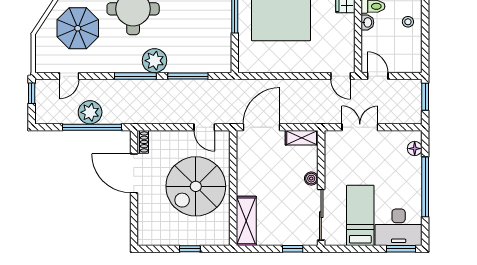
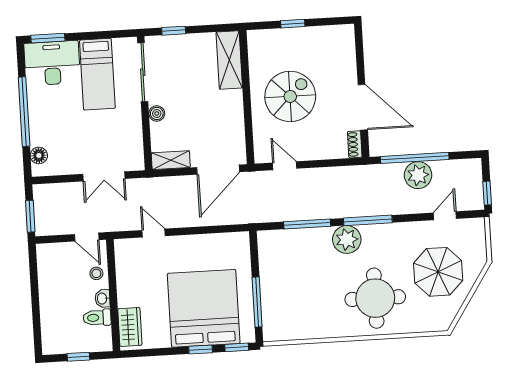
stool: (408, 22) -> (96, 273), moved
door: (341, 76) -> (154, 233), moved
spiral stairs: (196, 186) -> (290, 96), width x0.73, depth x0.73

